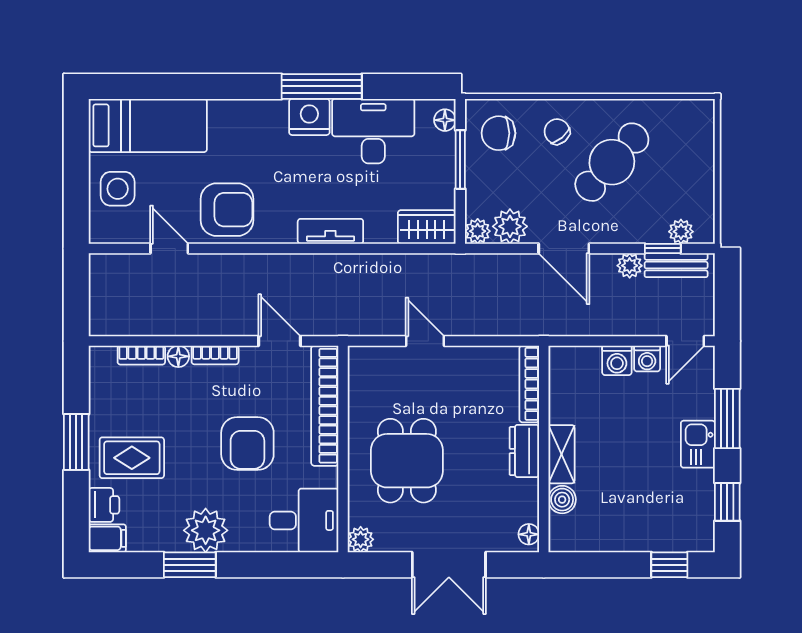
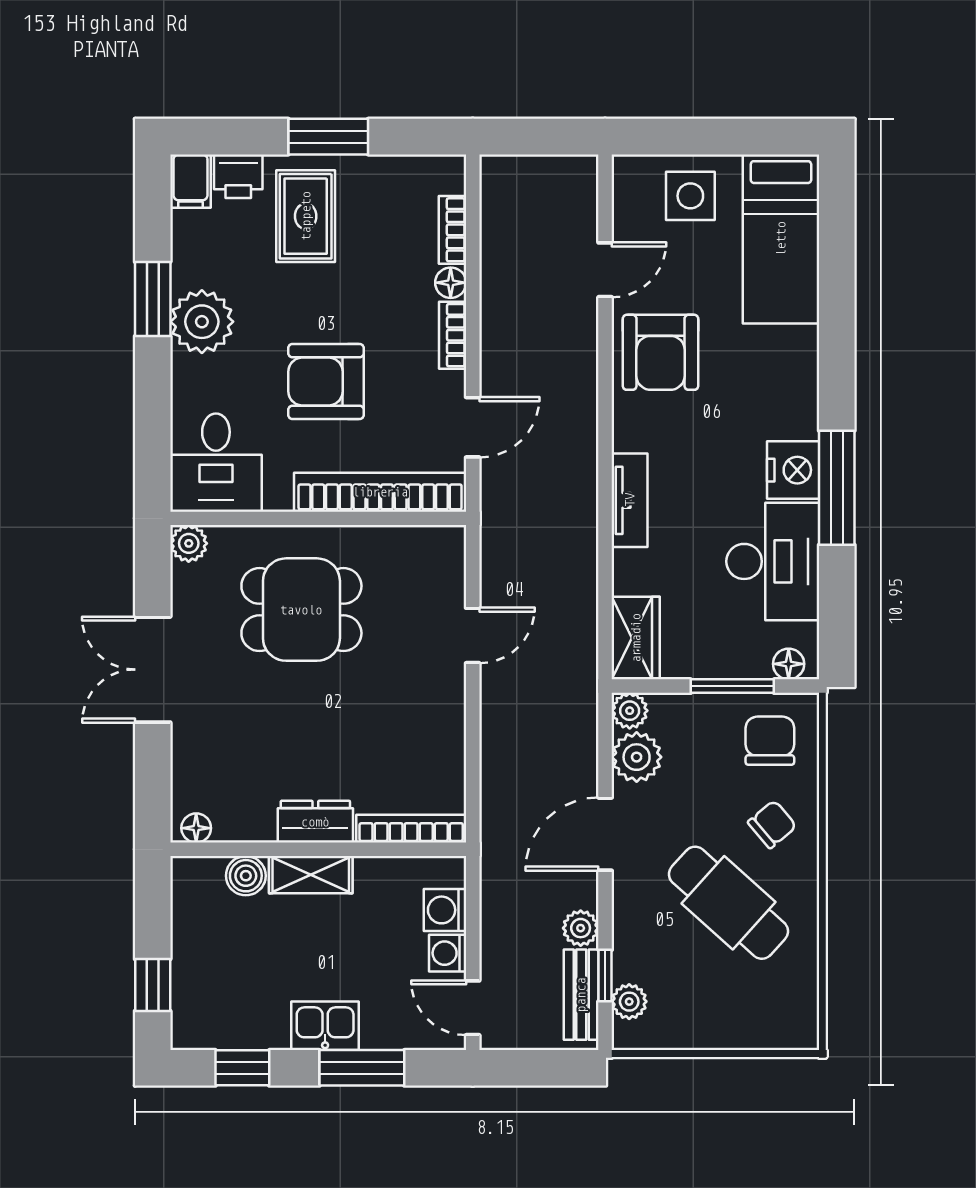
bookcase: (529, 384) -> (411, 829), moved
wall: (544, 449) -> (318, 849), moved
dresser: (524, 451) -> (315, 822), moved
shelving: (561, 454) -> (311, 875), moved
boiler: (562, 500) -> (246, 876), moved
floor lamp: (529, 534) -> (196, 828), moved

